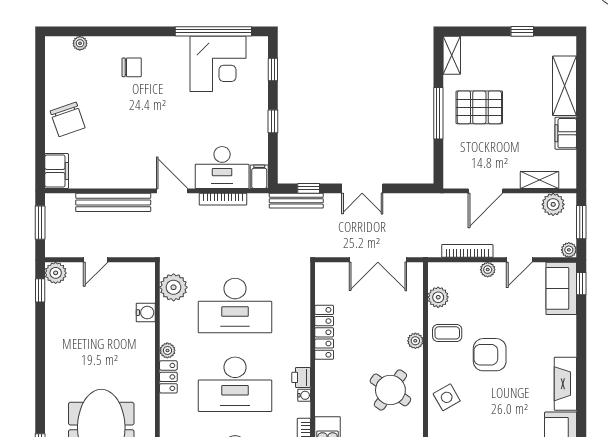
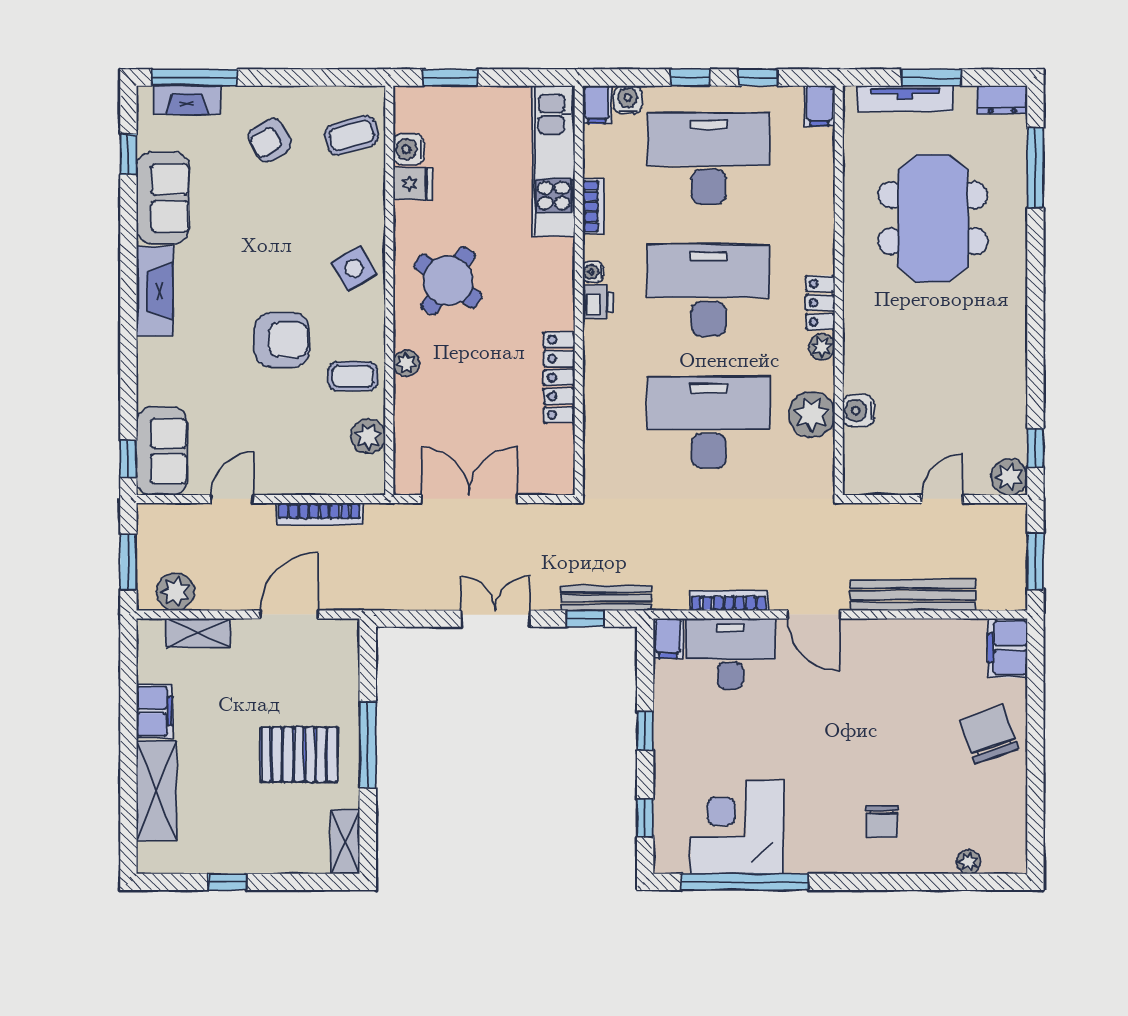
chair: (132, 67) -> (882, 822), turned -90
plant: (569, 250) -> (149, 516), removed
plant: (488, 270) -> (285, 483), removed
plant: (174, 287) -> (812, 414), moved

